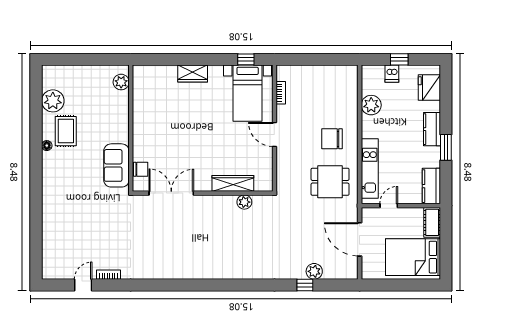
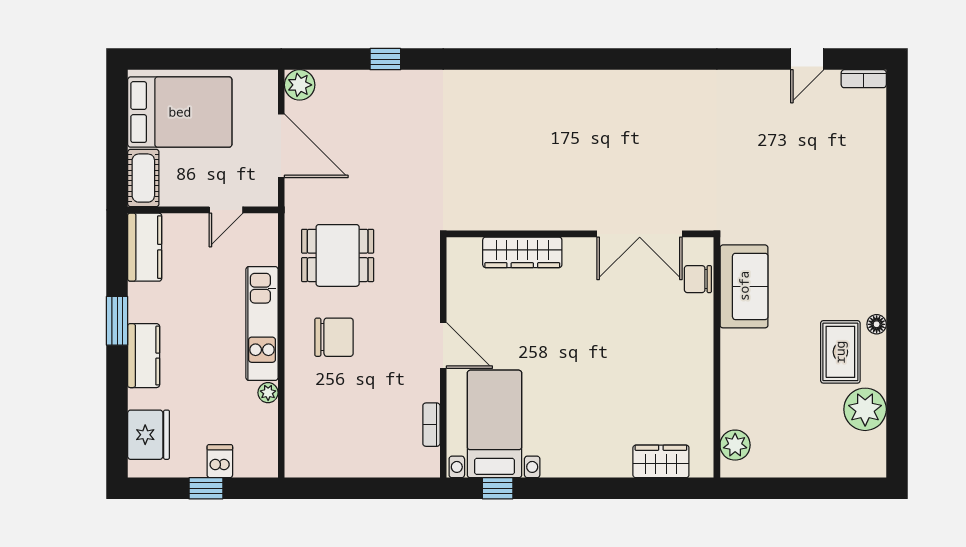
wardrobe: (193, 73) -> (661, 461), moved
plant: (371, 105) -> (268, 393), width x0.53, depth x0.53
kitchen unit: (370, 168) -> (262, 324), moved
plant: (244, 202) -> (501, 217), removed
plant: (314, 271) -> (300, 85), moved
bookcase: (108, 275) -> (864, 79), moved

